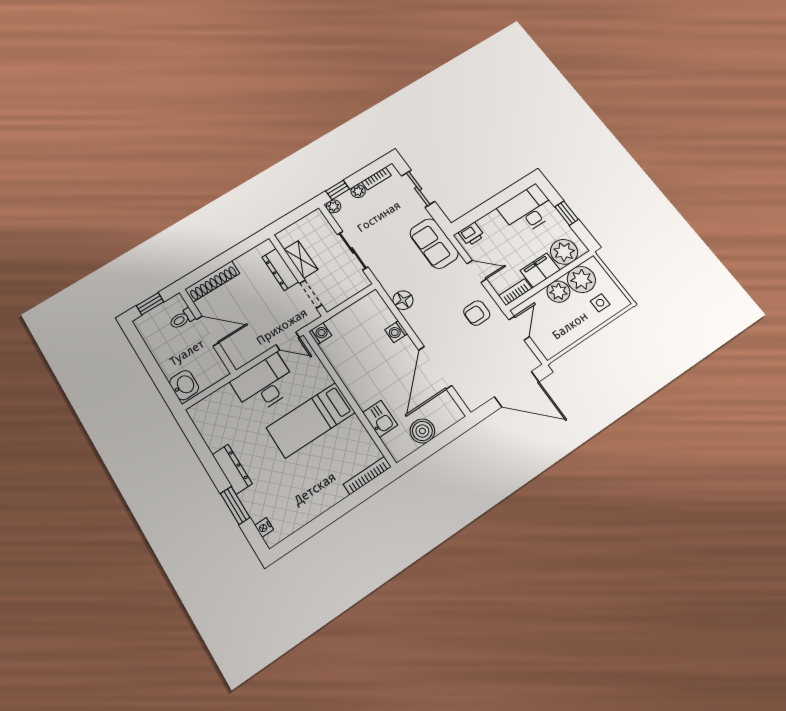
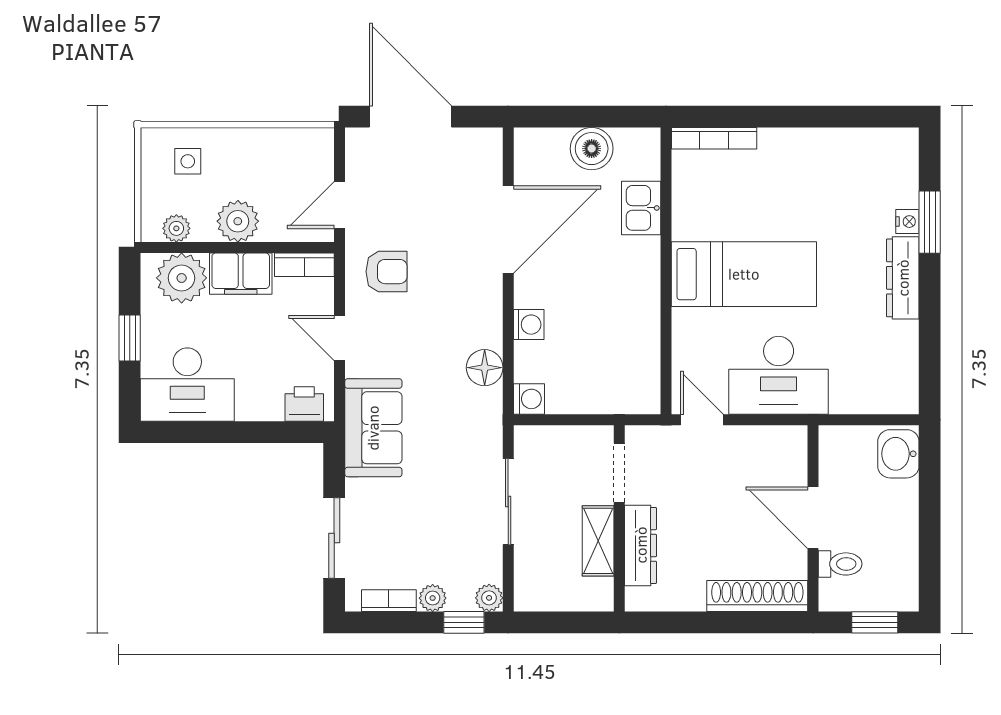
plant: (581, 279) -> (176, 228), width x0.53, depth x0.53
washing machine: (320, 334) -> (529, 399), moved, turned 180
nightstand: (264, 527) -> (907, 222), moved

